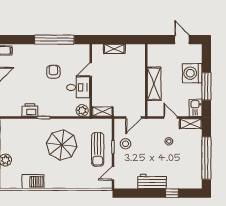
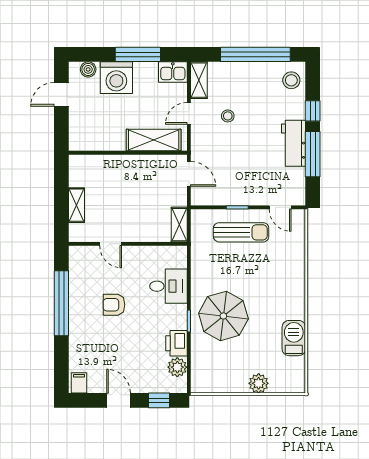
boiler: (197, 56) -> (88, 69), added
shelving: (154, 84) -> (154, 140), moved
desk: (78, 87) -> (168, 286), moved, turned 90
plant: (82, 110) -> (177, 367), moved
stool: (126, 144) -> (291, 80), moved
parasol: (62, 145) -> (223, 316), moved
window: (145, 193) -> (313, 154), added

